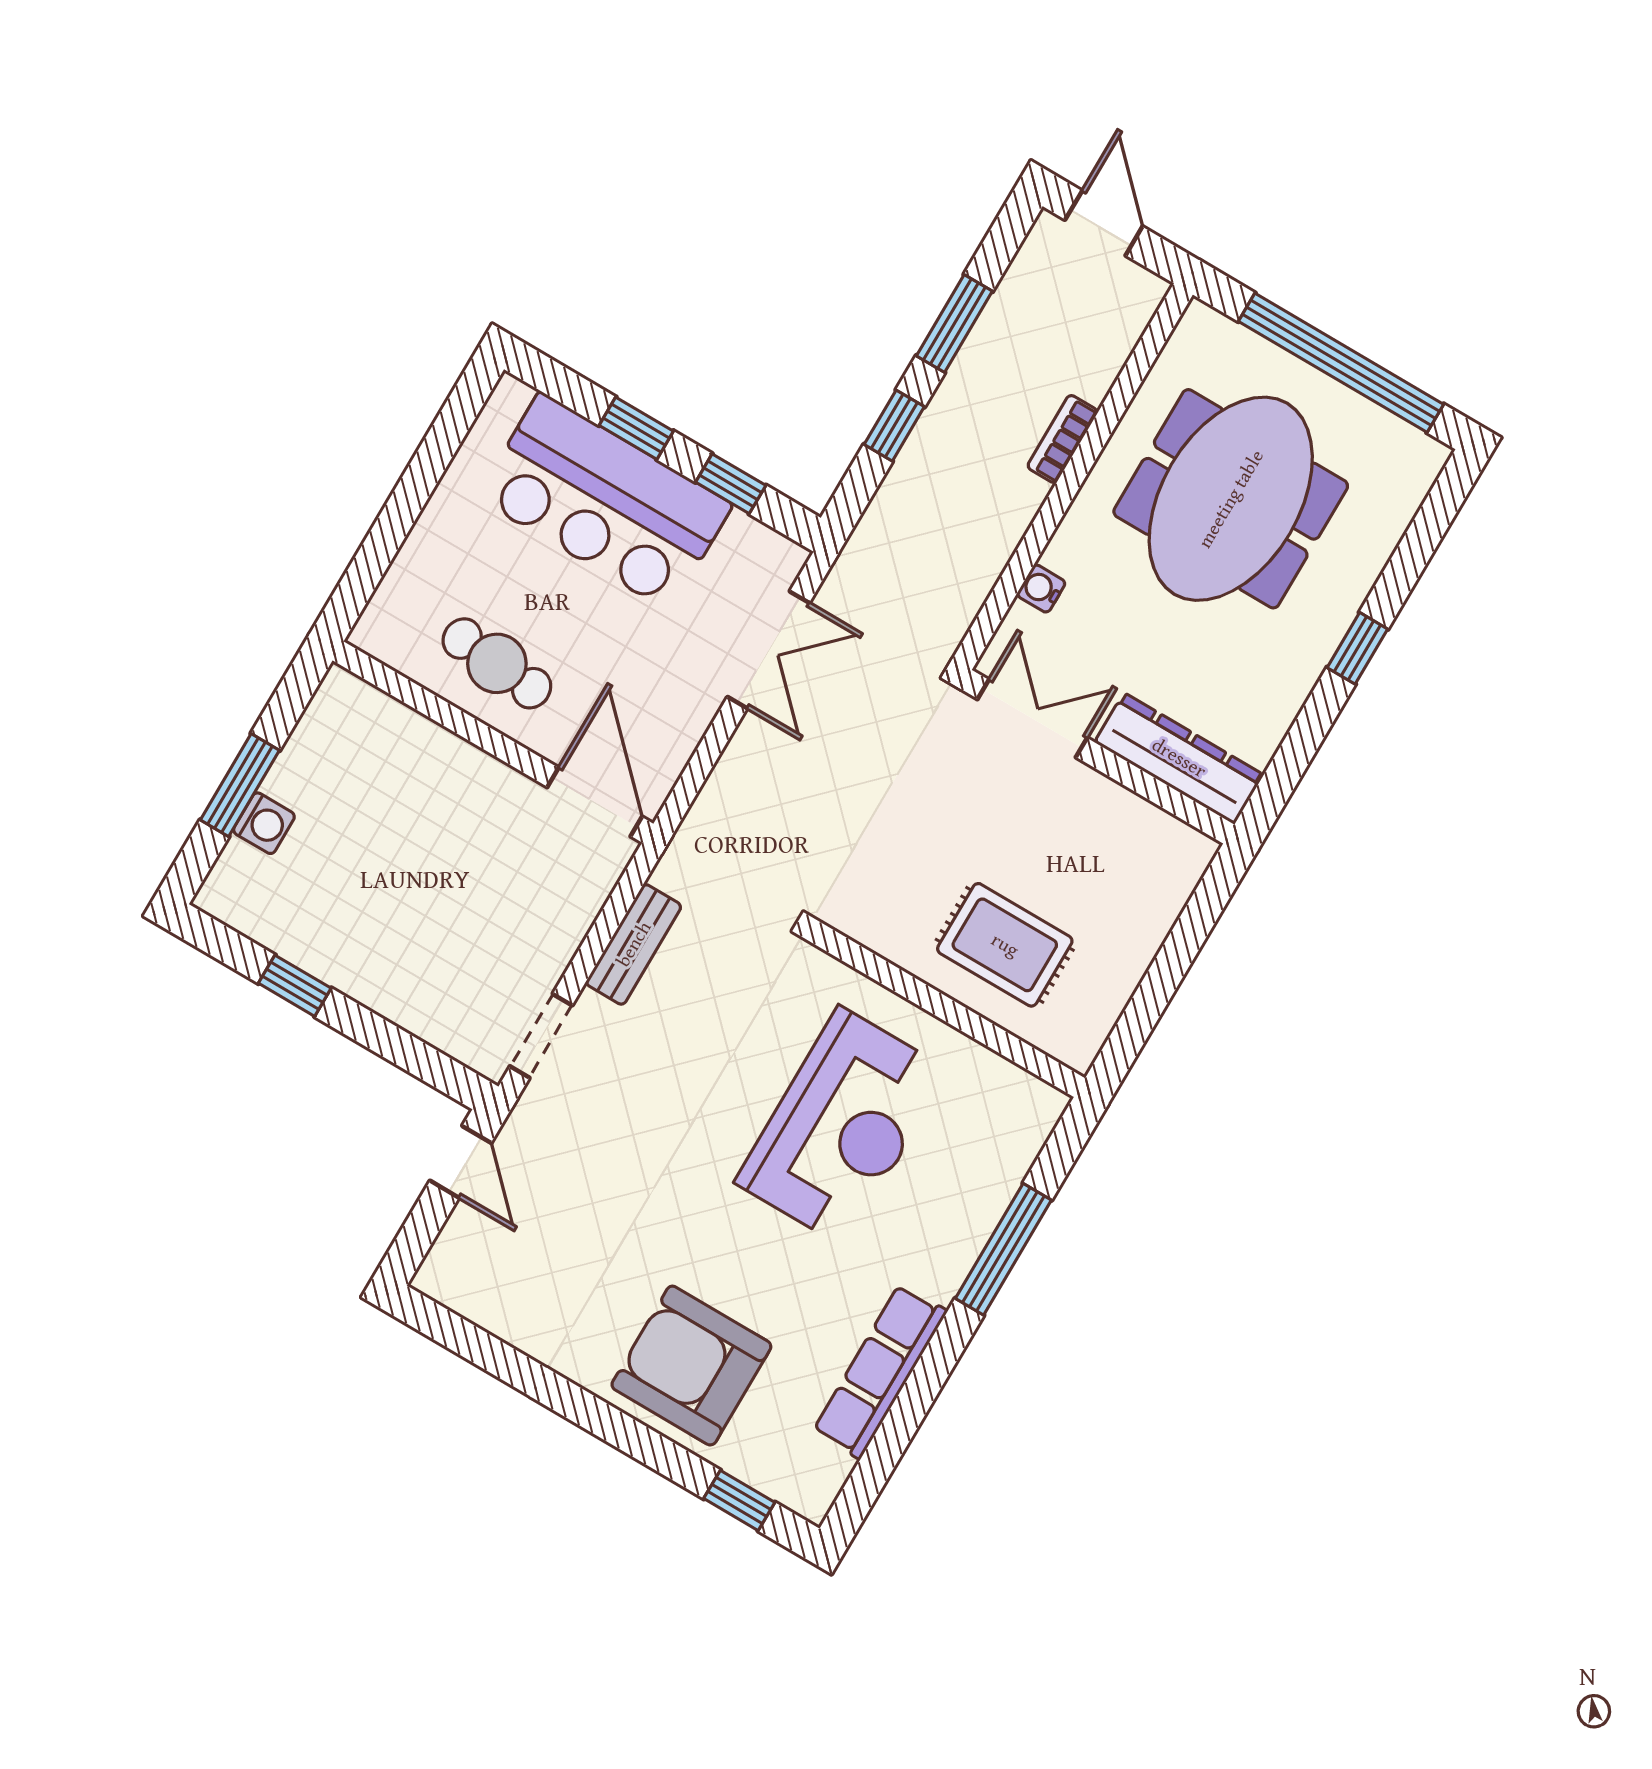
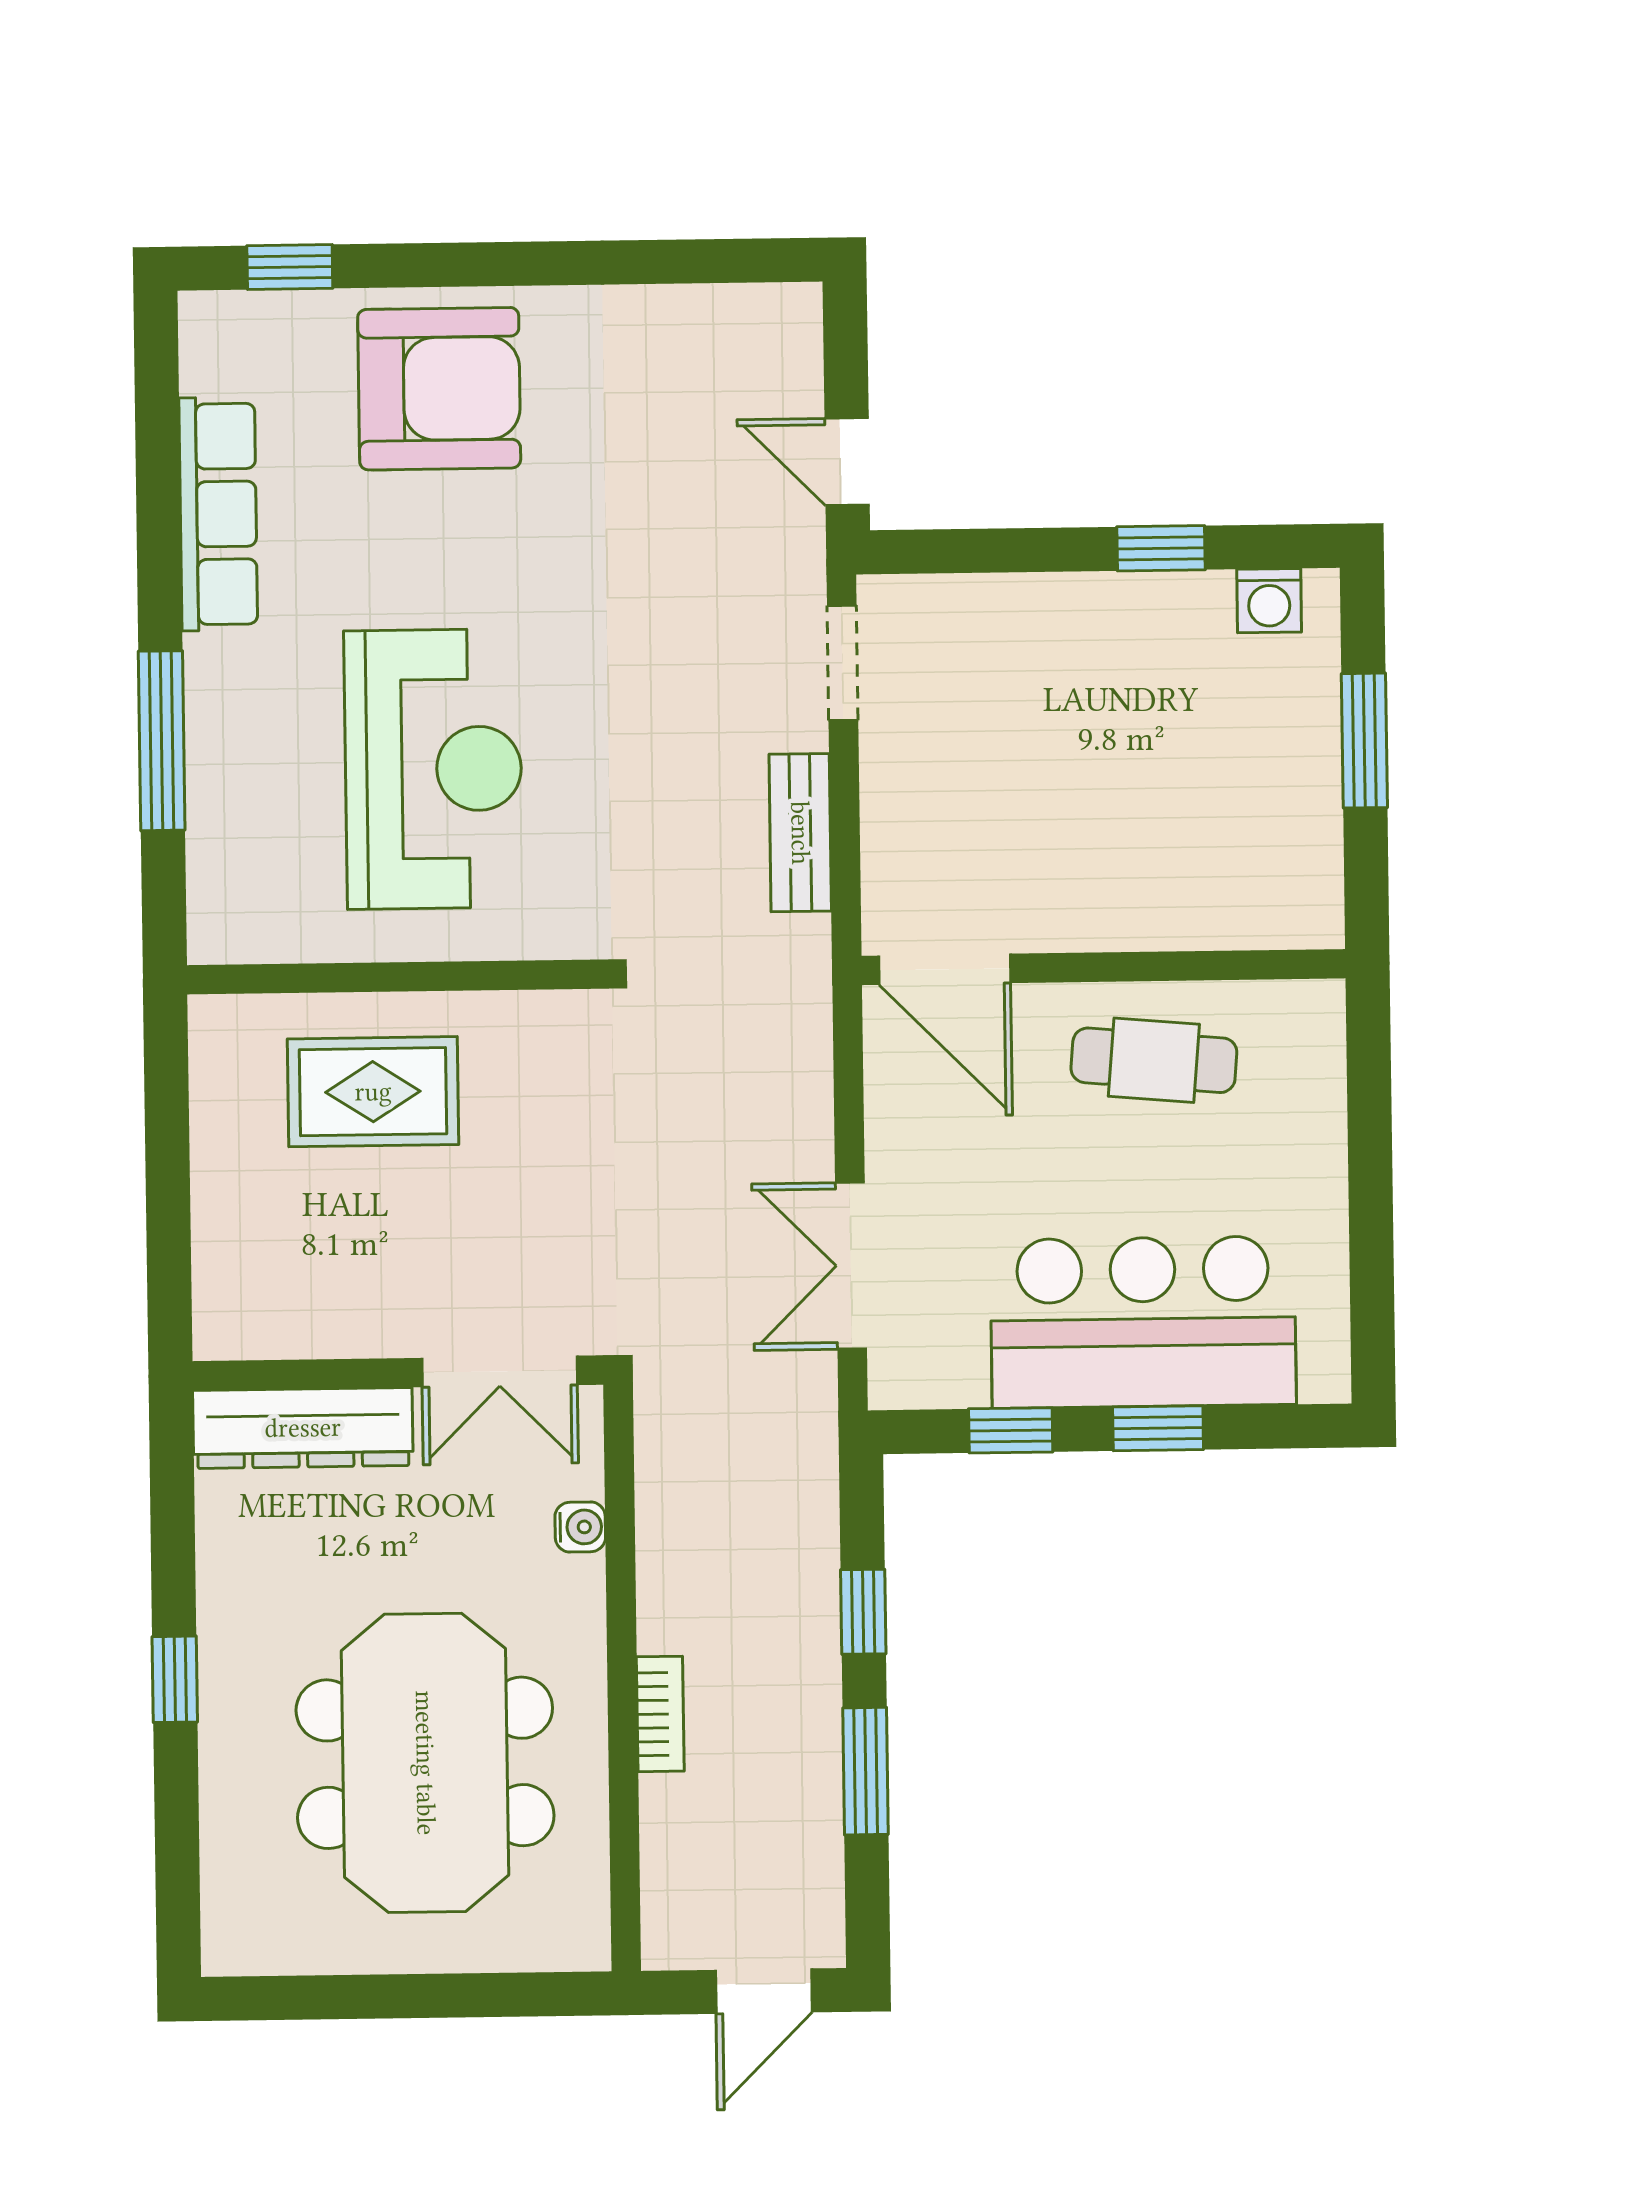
door: (1104, 223) -> (764, 1991), hinge flipped
window: (1341, 363) -> (393, 1996), removed
washing machine: (264, 823) -> (1269, 601), moved, turned -90
reception desk: (842, 1126) -> (433, 769), turned 180

